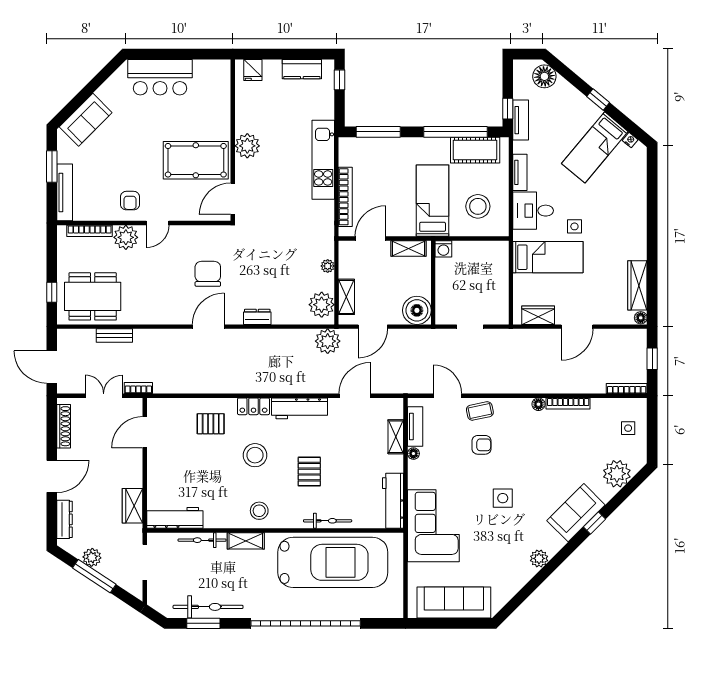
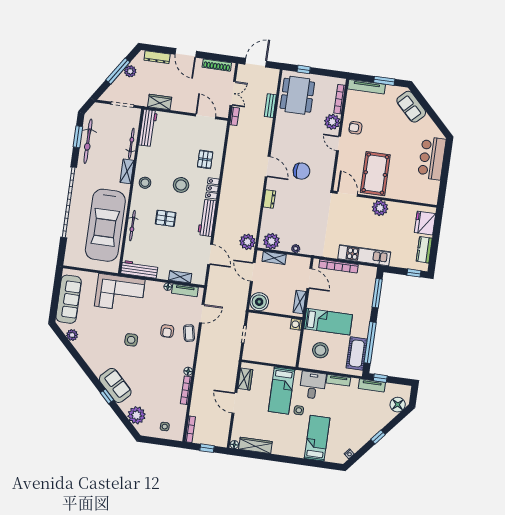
fridge: (253, 70) -> (425, 223), width x1.88, depth x1.34
bed: (595, 147) -> (317, 438), moved, turned 50
plant: (539, 558) -> (72, 335), moved

